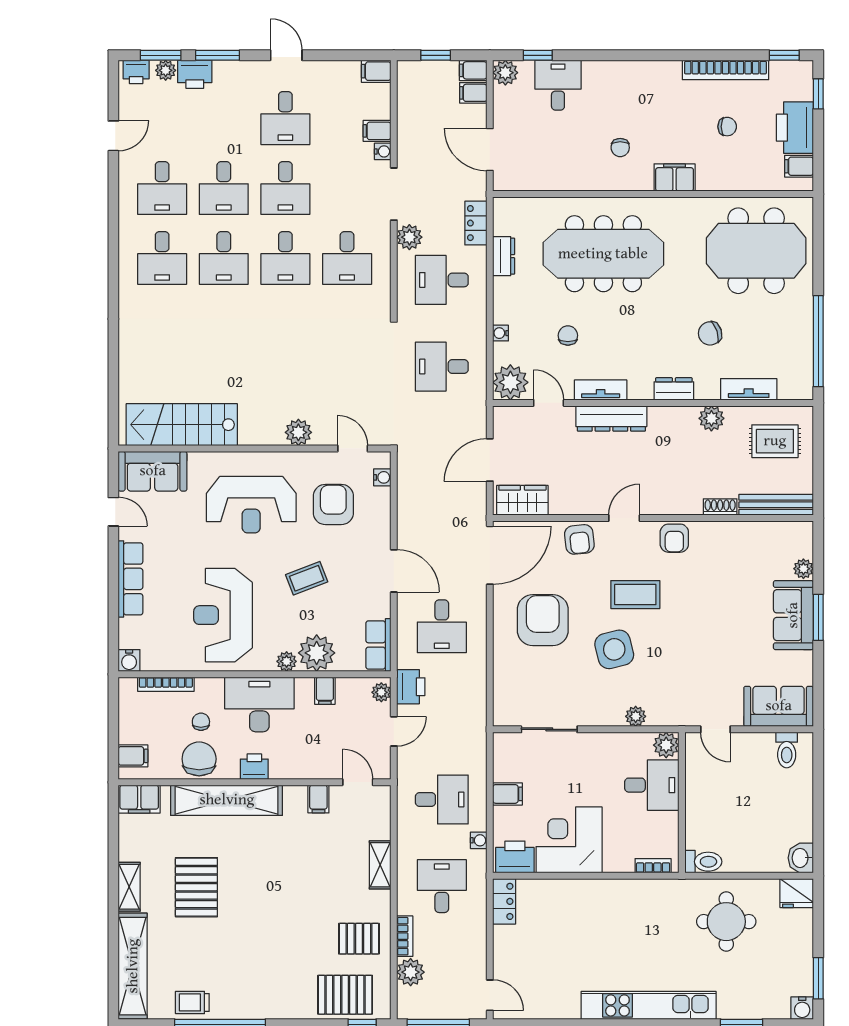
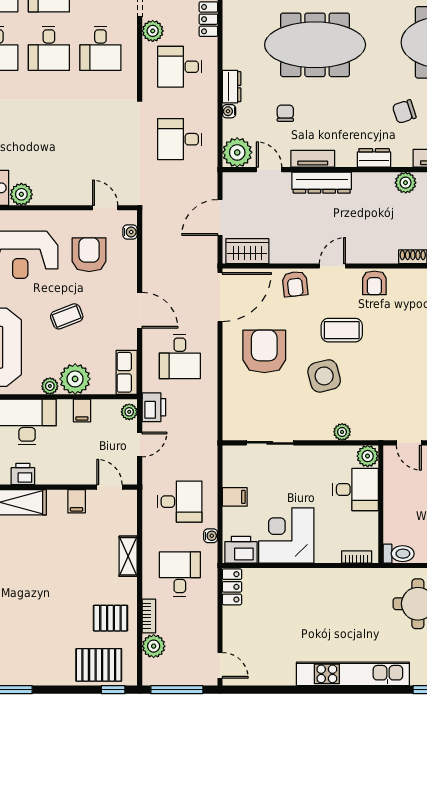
dresser: (504, 256) -> (232, 87), moved
plant: (298, 432) -> (21, 194), moved

